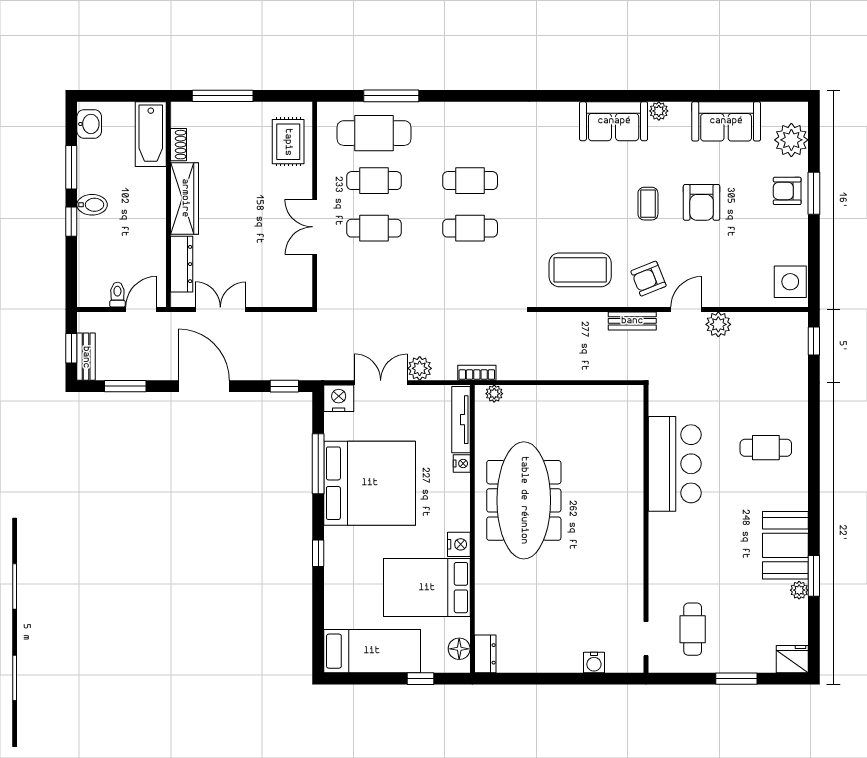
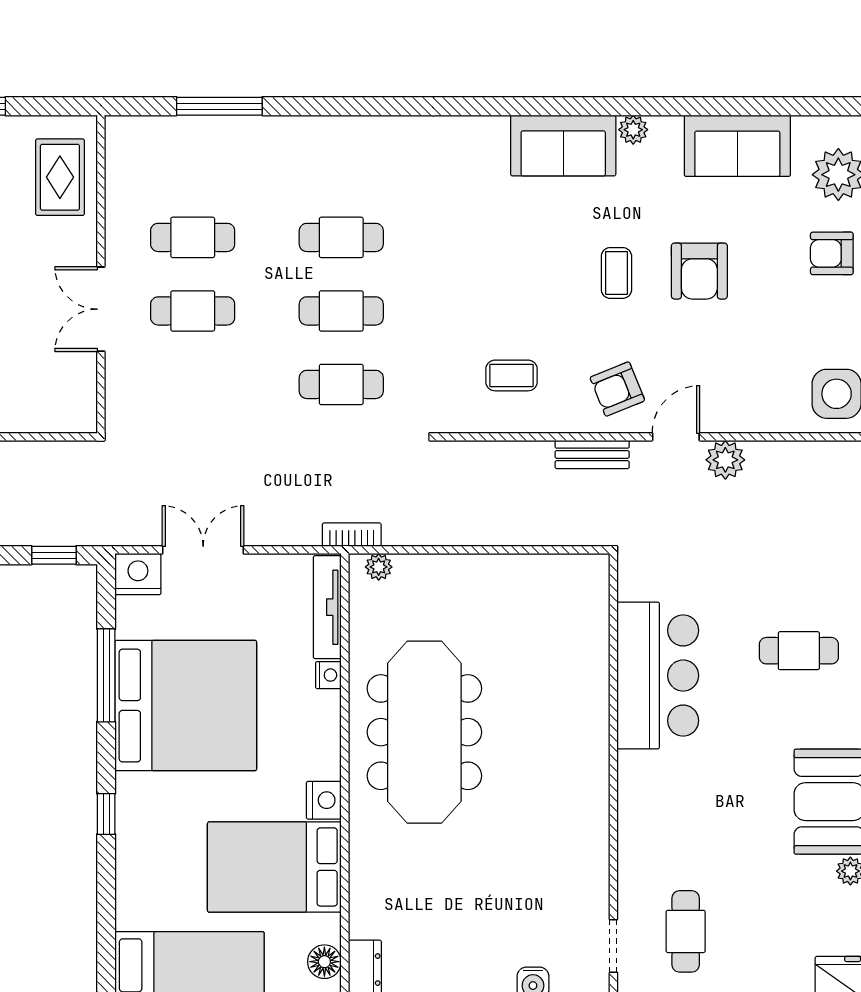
cafe table: (374, 133) -> (341, 384), moved, width x0.73, depth x0.74
coffee table: (580, 270) -> (512, 375), width x0.54, depth x0.58
plant: (420, 368) -> (263, 528), removed

